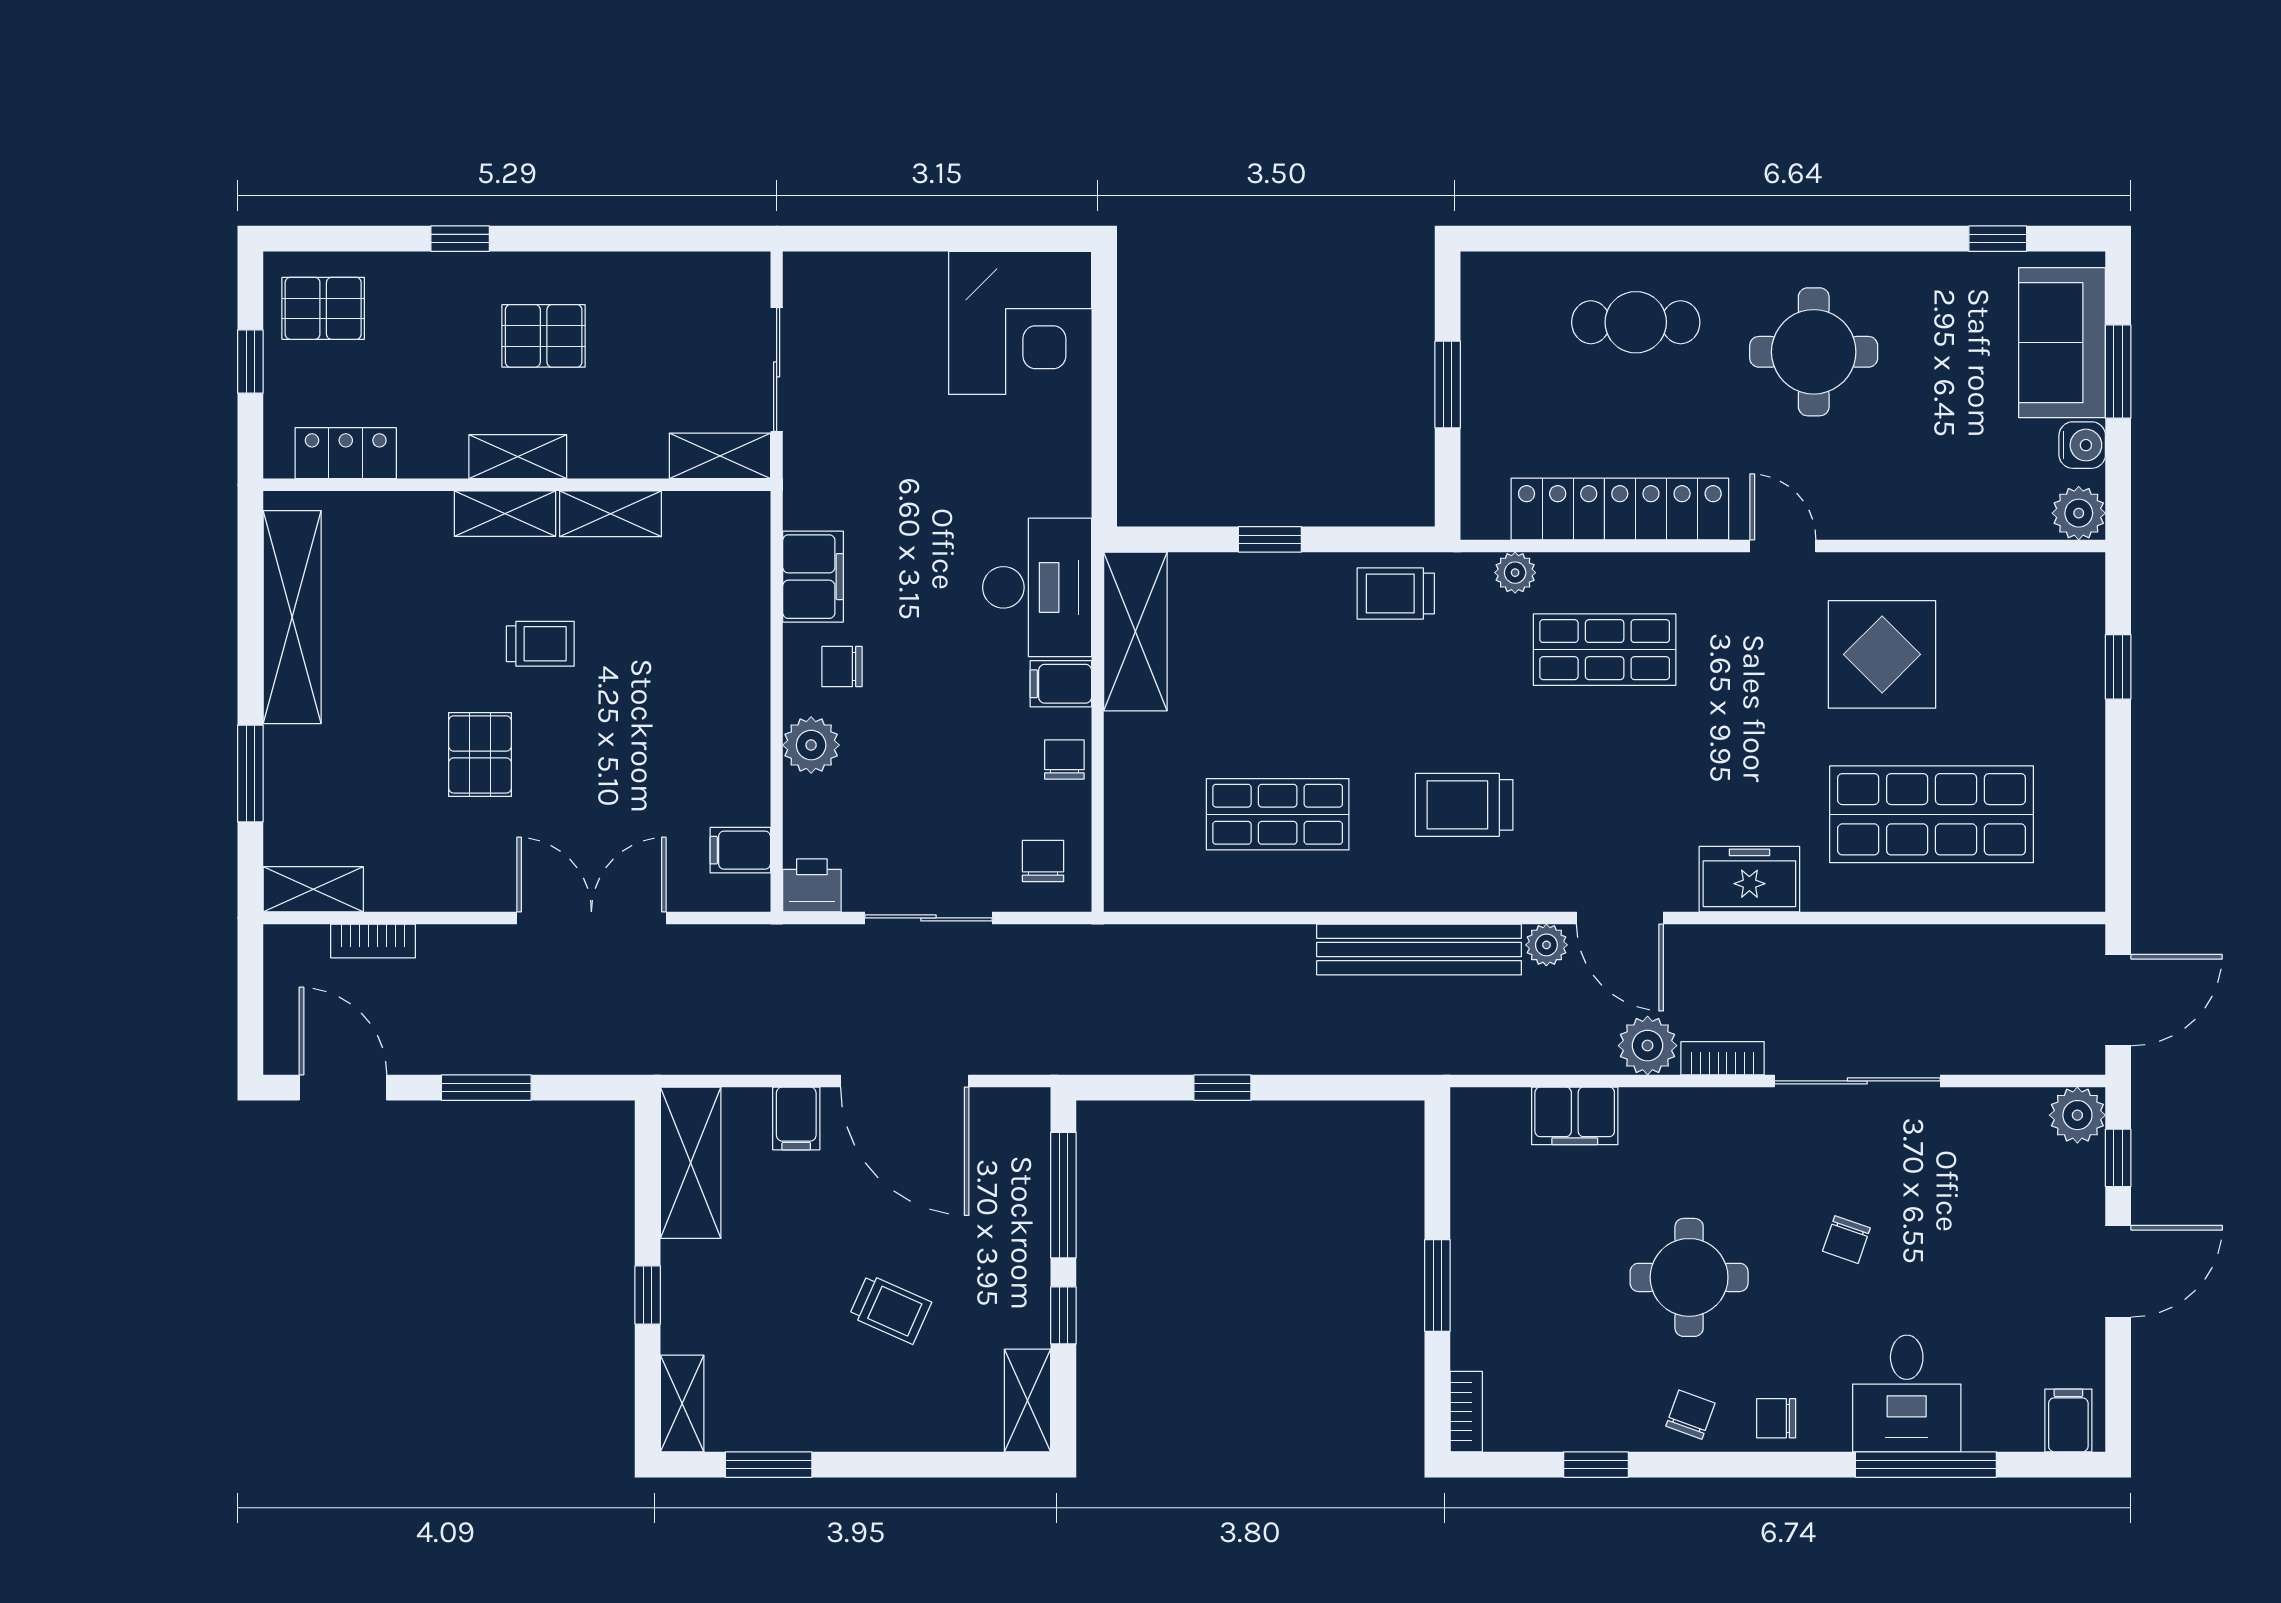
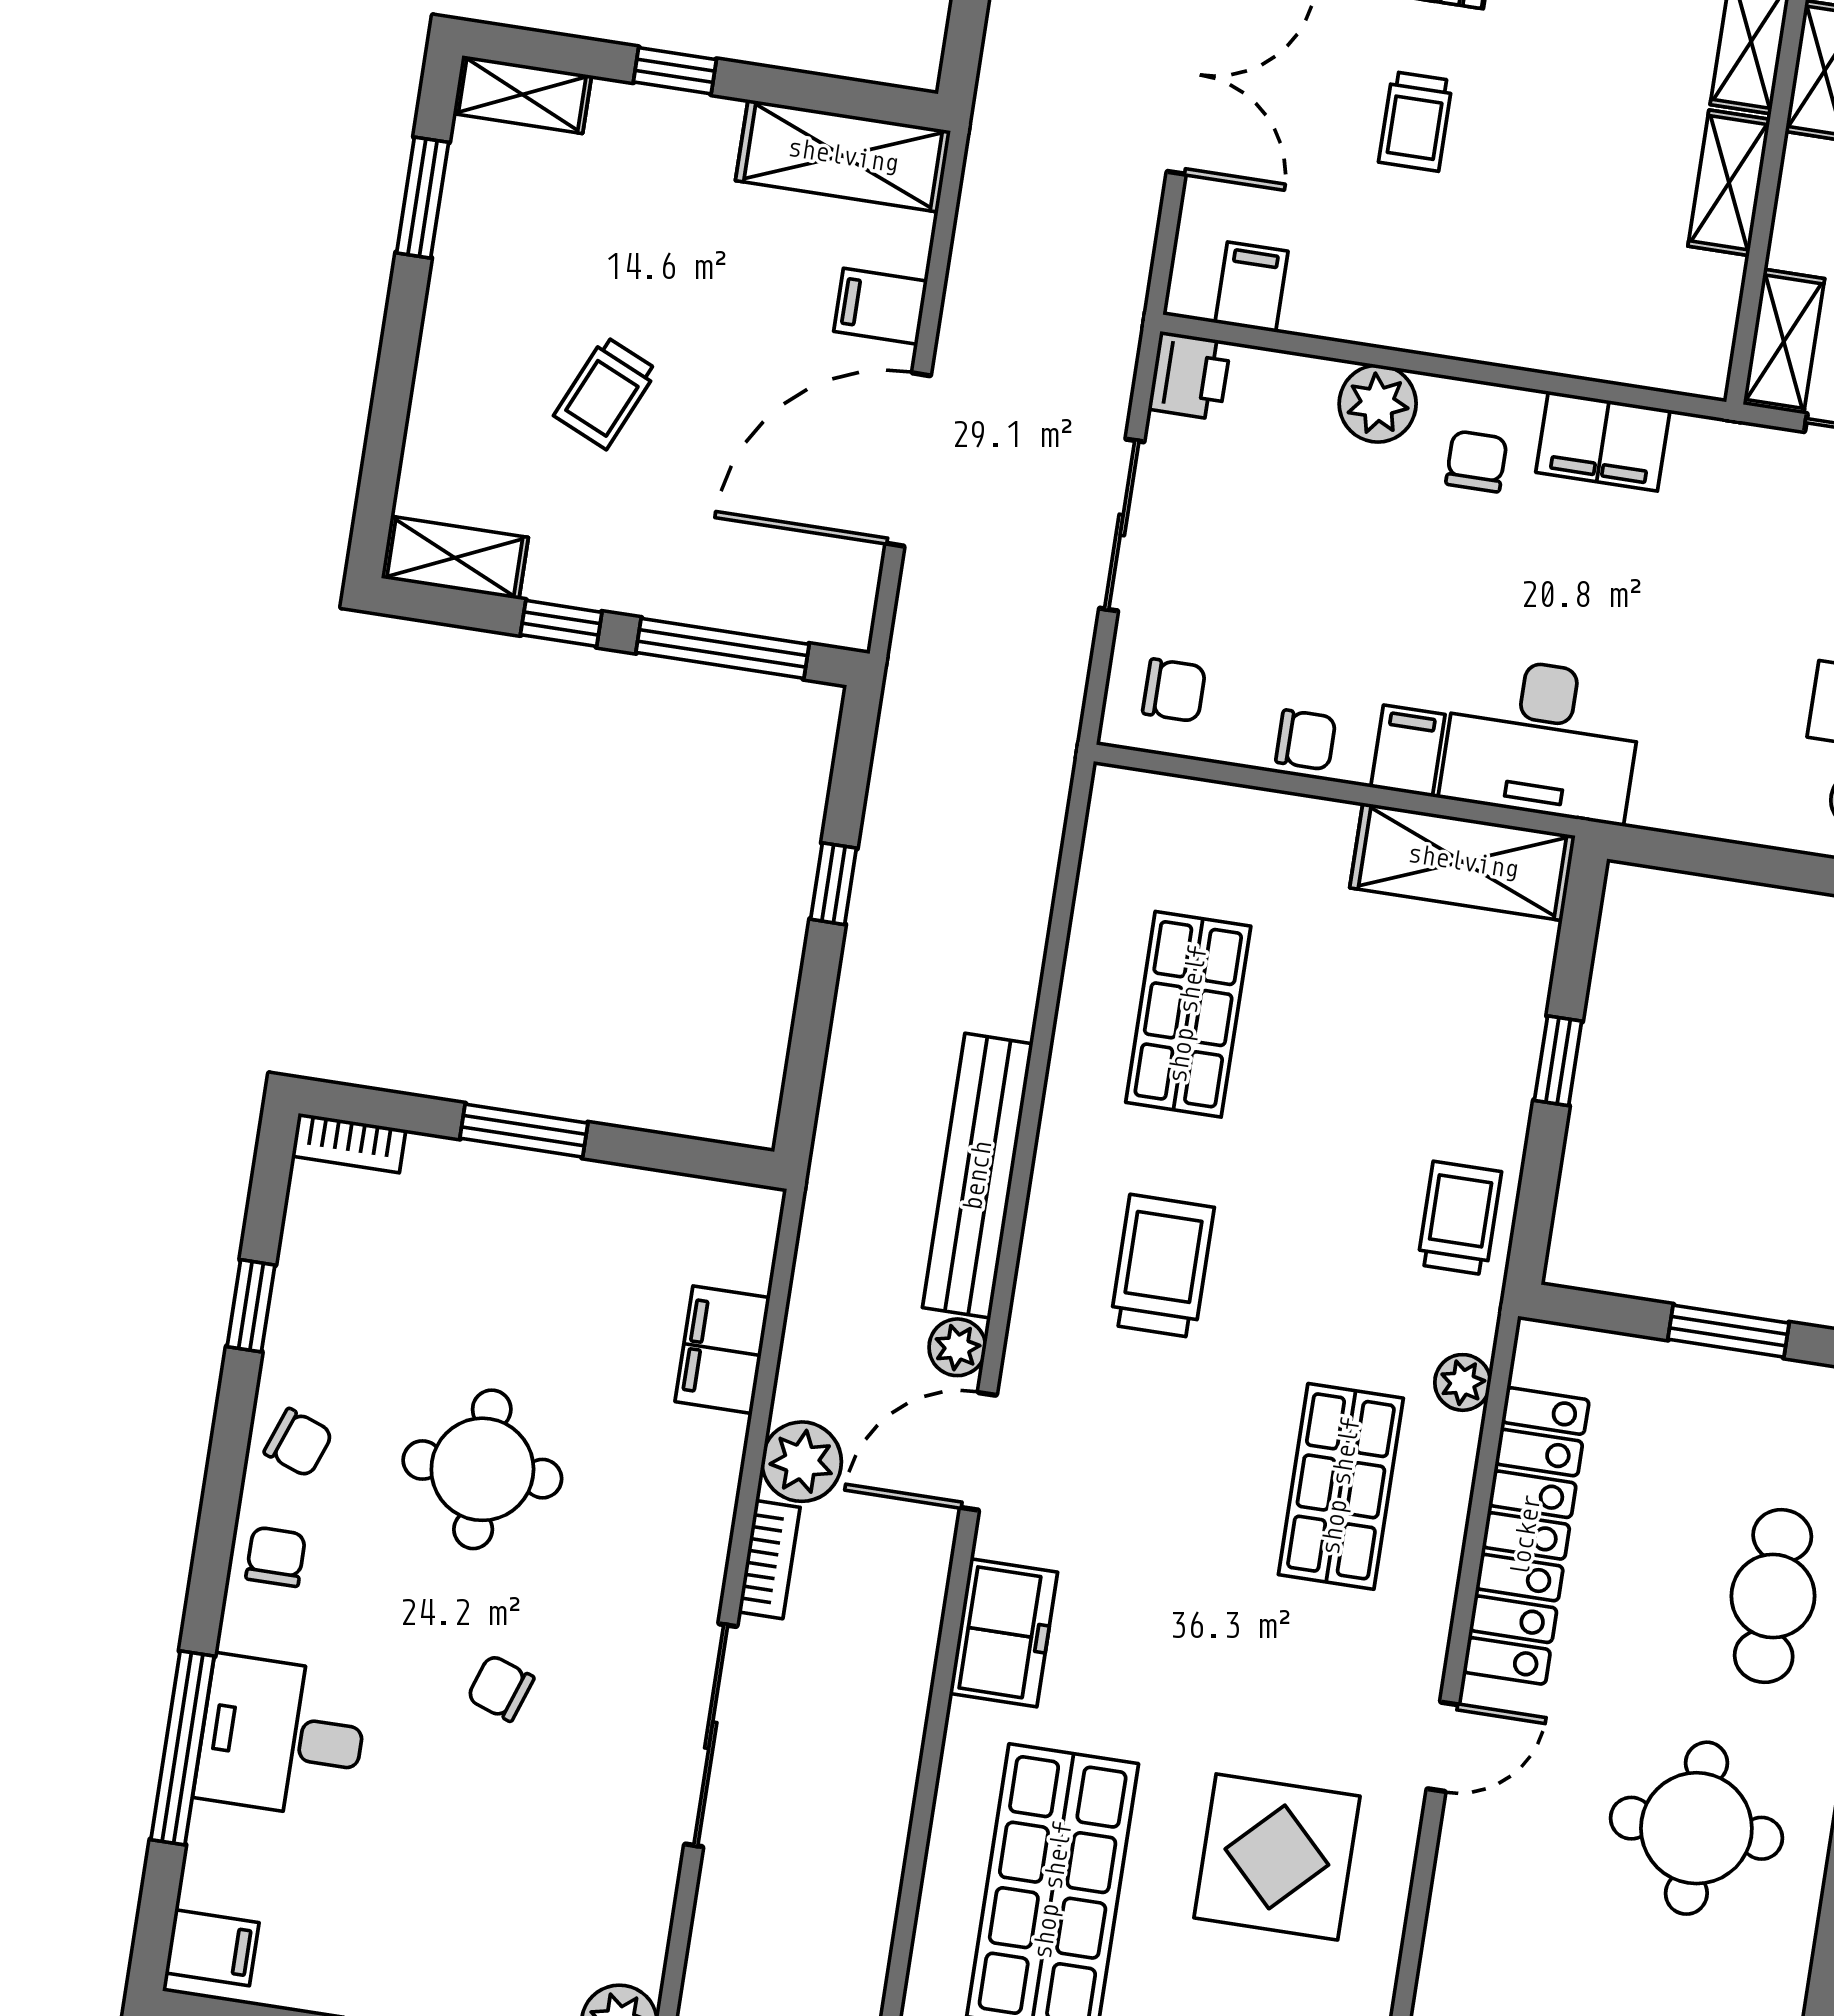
trolley: (540, 644) -> (1416, 121), moved

